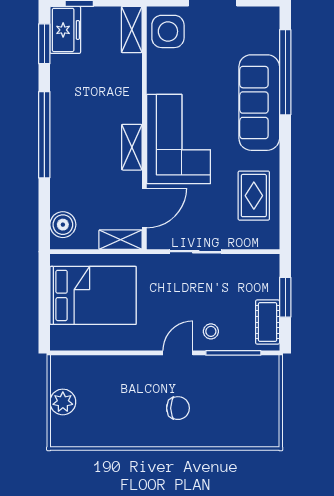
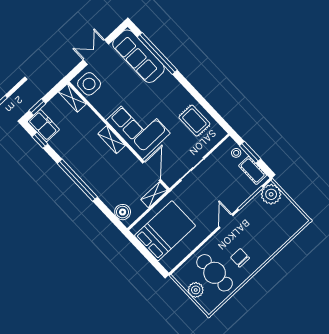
window: (44, 44) -> (40, 140), width x0.67
sofa: (259, 103) -> (138, 56), moved
shelving: (132, 147) -> (112, 140), moved
stool: (211, 331) -> (236, 153), moved
plant: (263, 372) -> (271, 194), added
cafe table: (105, 403) -> (215, 273), added
chair: (178, 408) -> (240, 258), moved, turned -90

